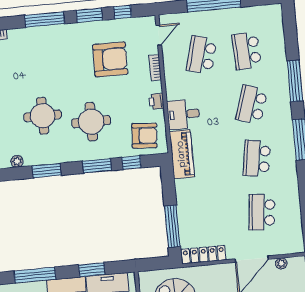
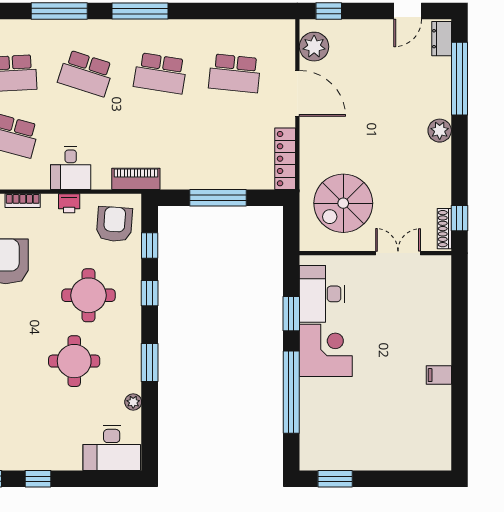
desk: (183, 114) -> (71, 168), moved
piano: (182, 154) -> (136, 179), width x0.73, depth x0.75
window: (97, 166) -> (150, 293), width x0.67
window: (172, 226) -> (218, 198), moved
plant: (281, 263) -> (314, 47), width x1.88, depth x1.88
window: (35, 275) -> (291, 392), width x1.46

